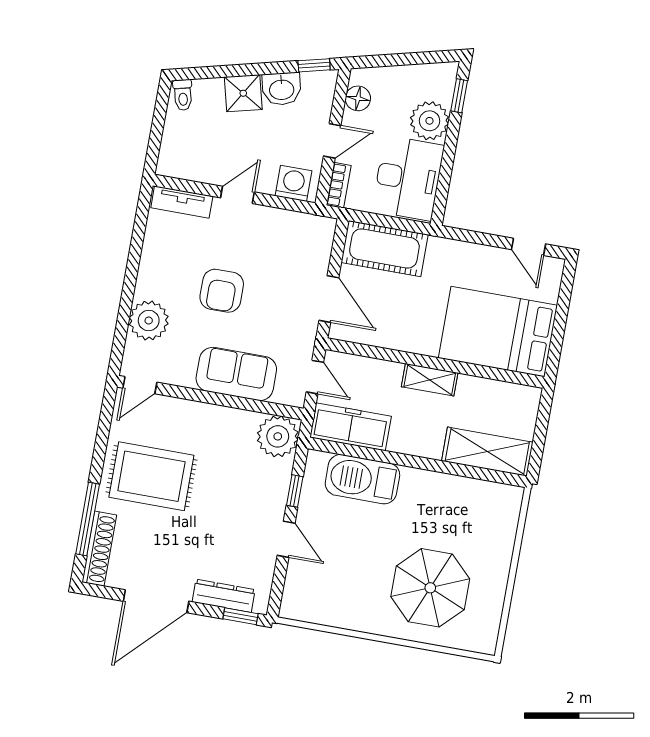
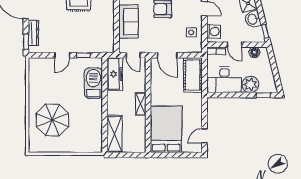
side table: (286, 235) -> (191, 32), added
door: (329, 299) -> (167, 55), hinge flipped
door: (315, 377) -> (133, 55), hinge flipped
plant: (278, 436) -> (105, 44), removed

